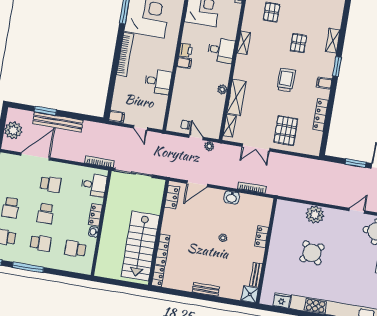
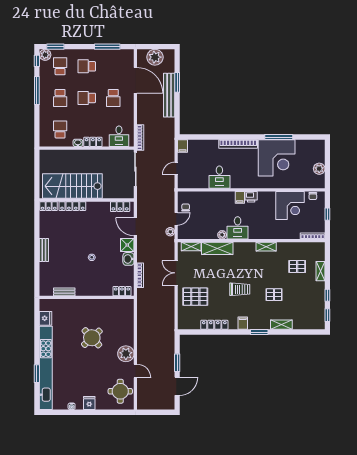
desk: (221, 50) -> (238, 228), moved
plant: (315, 215) -> (126, 354), moved
locker: (262, 237) -> (122, 291), moved
shower: (250, 294) -> (127, 245), moved

